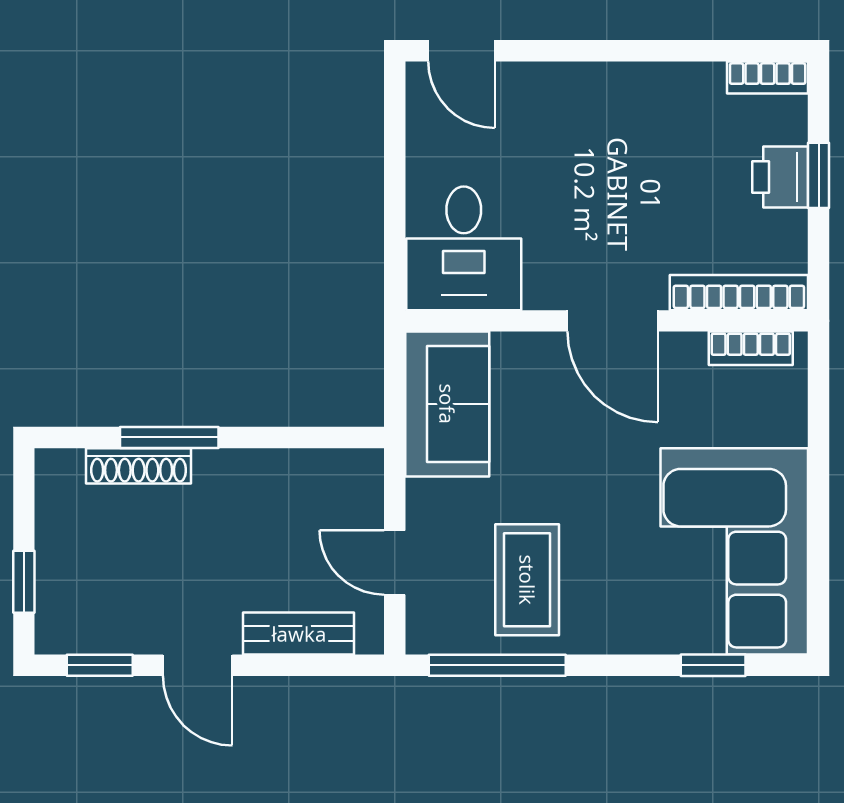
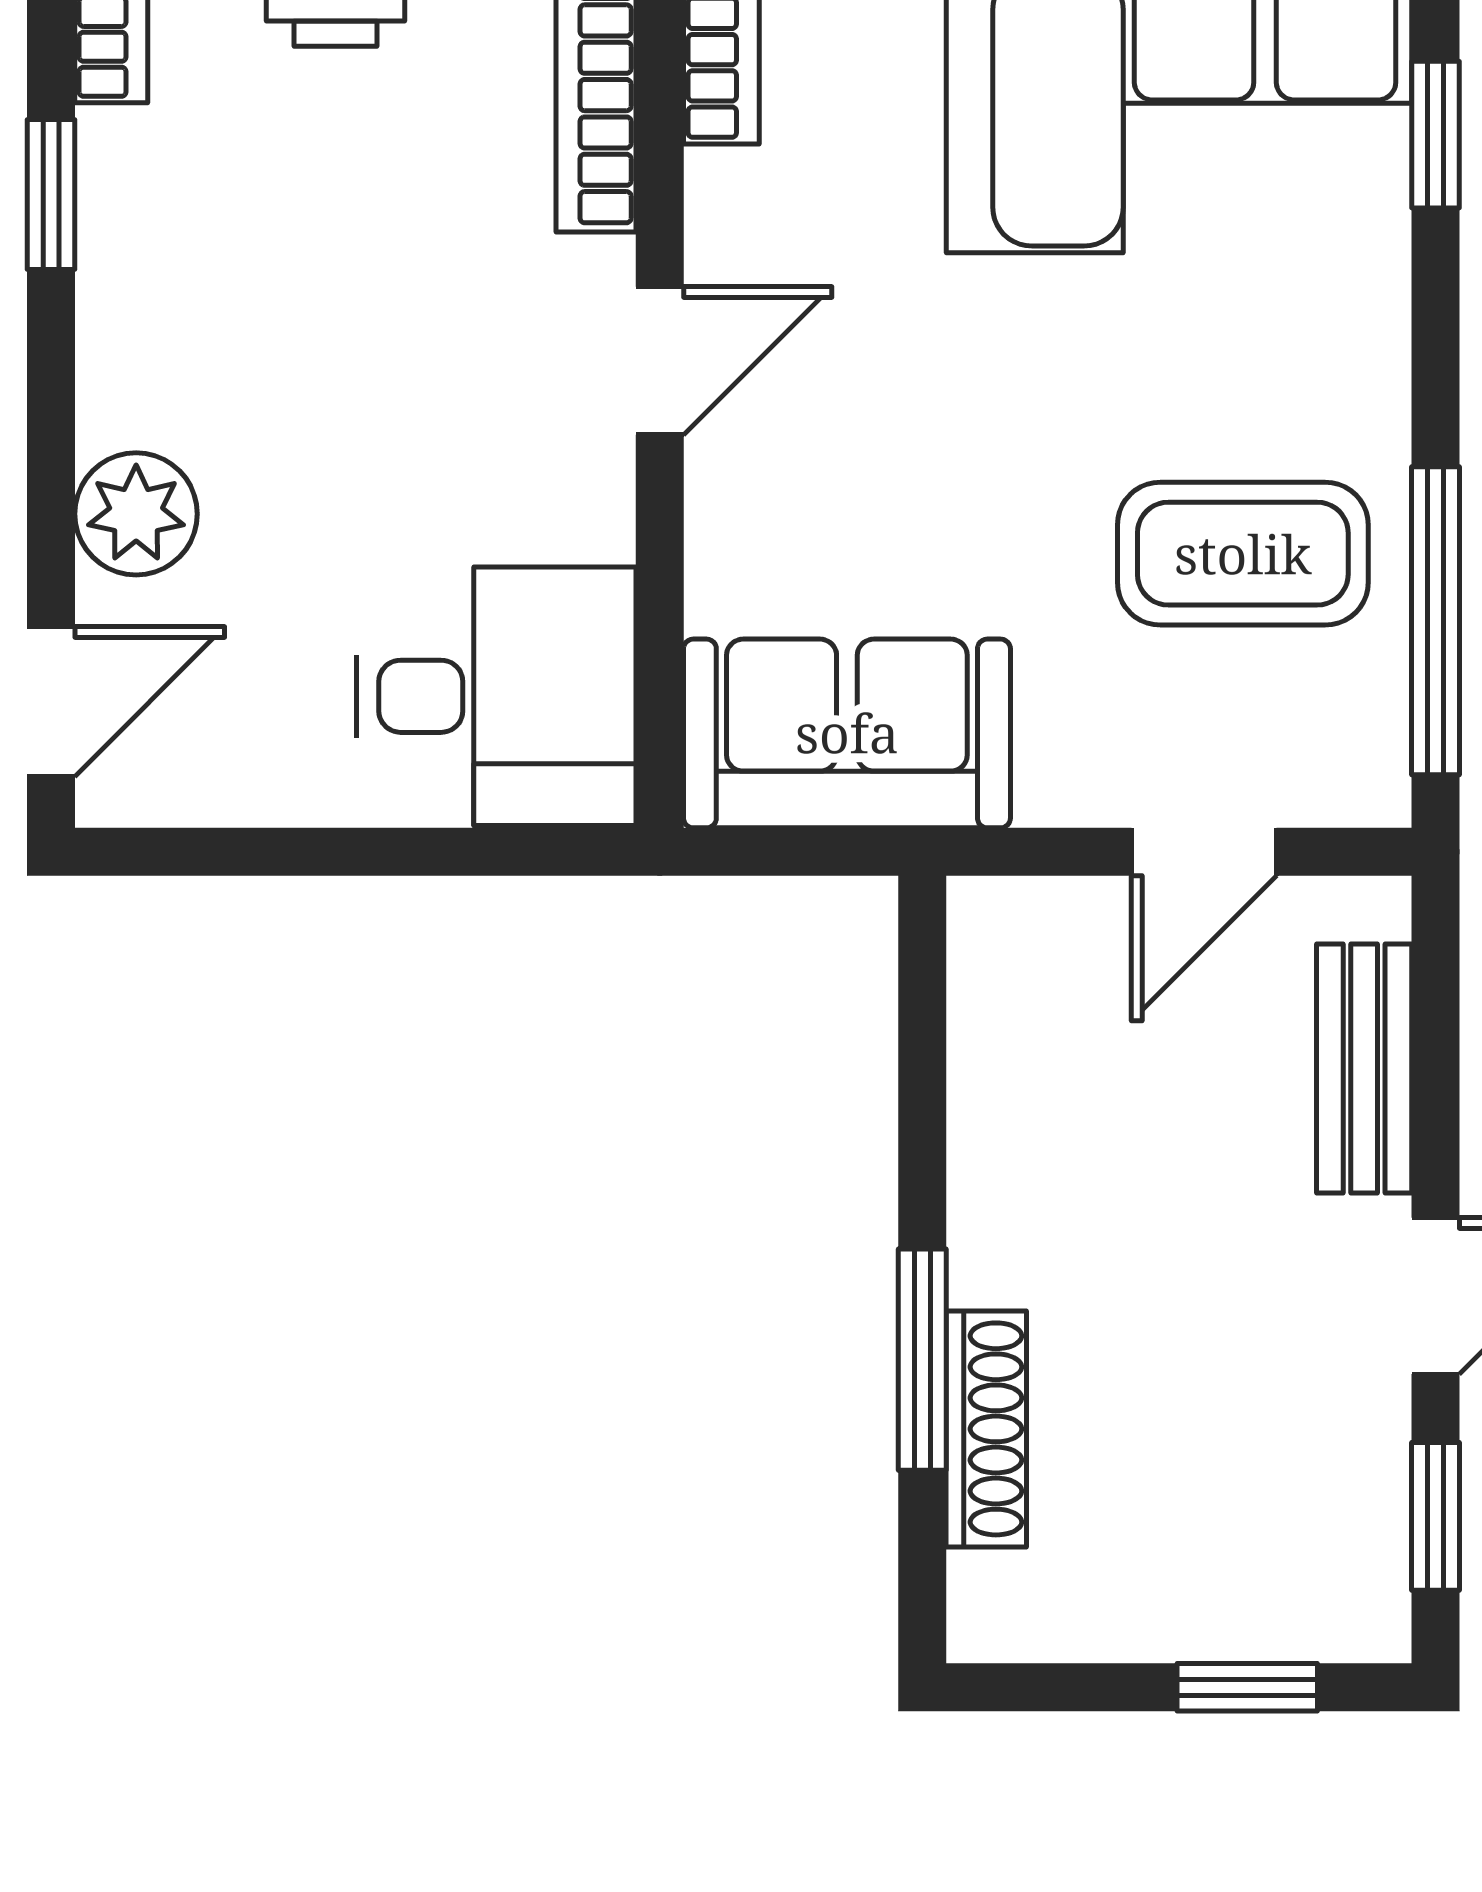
window: (686, 51) -> (51, 195), added
plant: (545, 88) -> (136, 514), added
door: (613, 321) -> (660, 361), width x0.73

